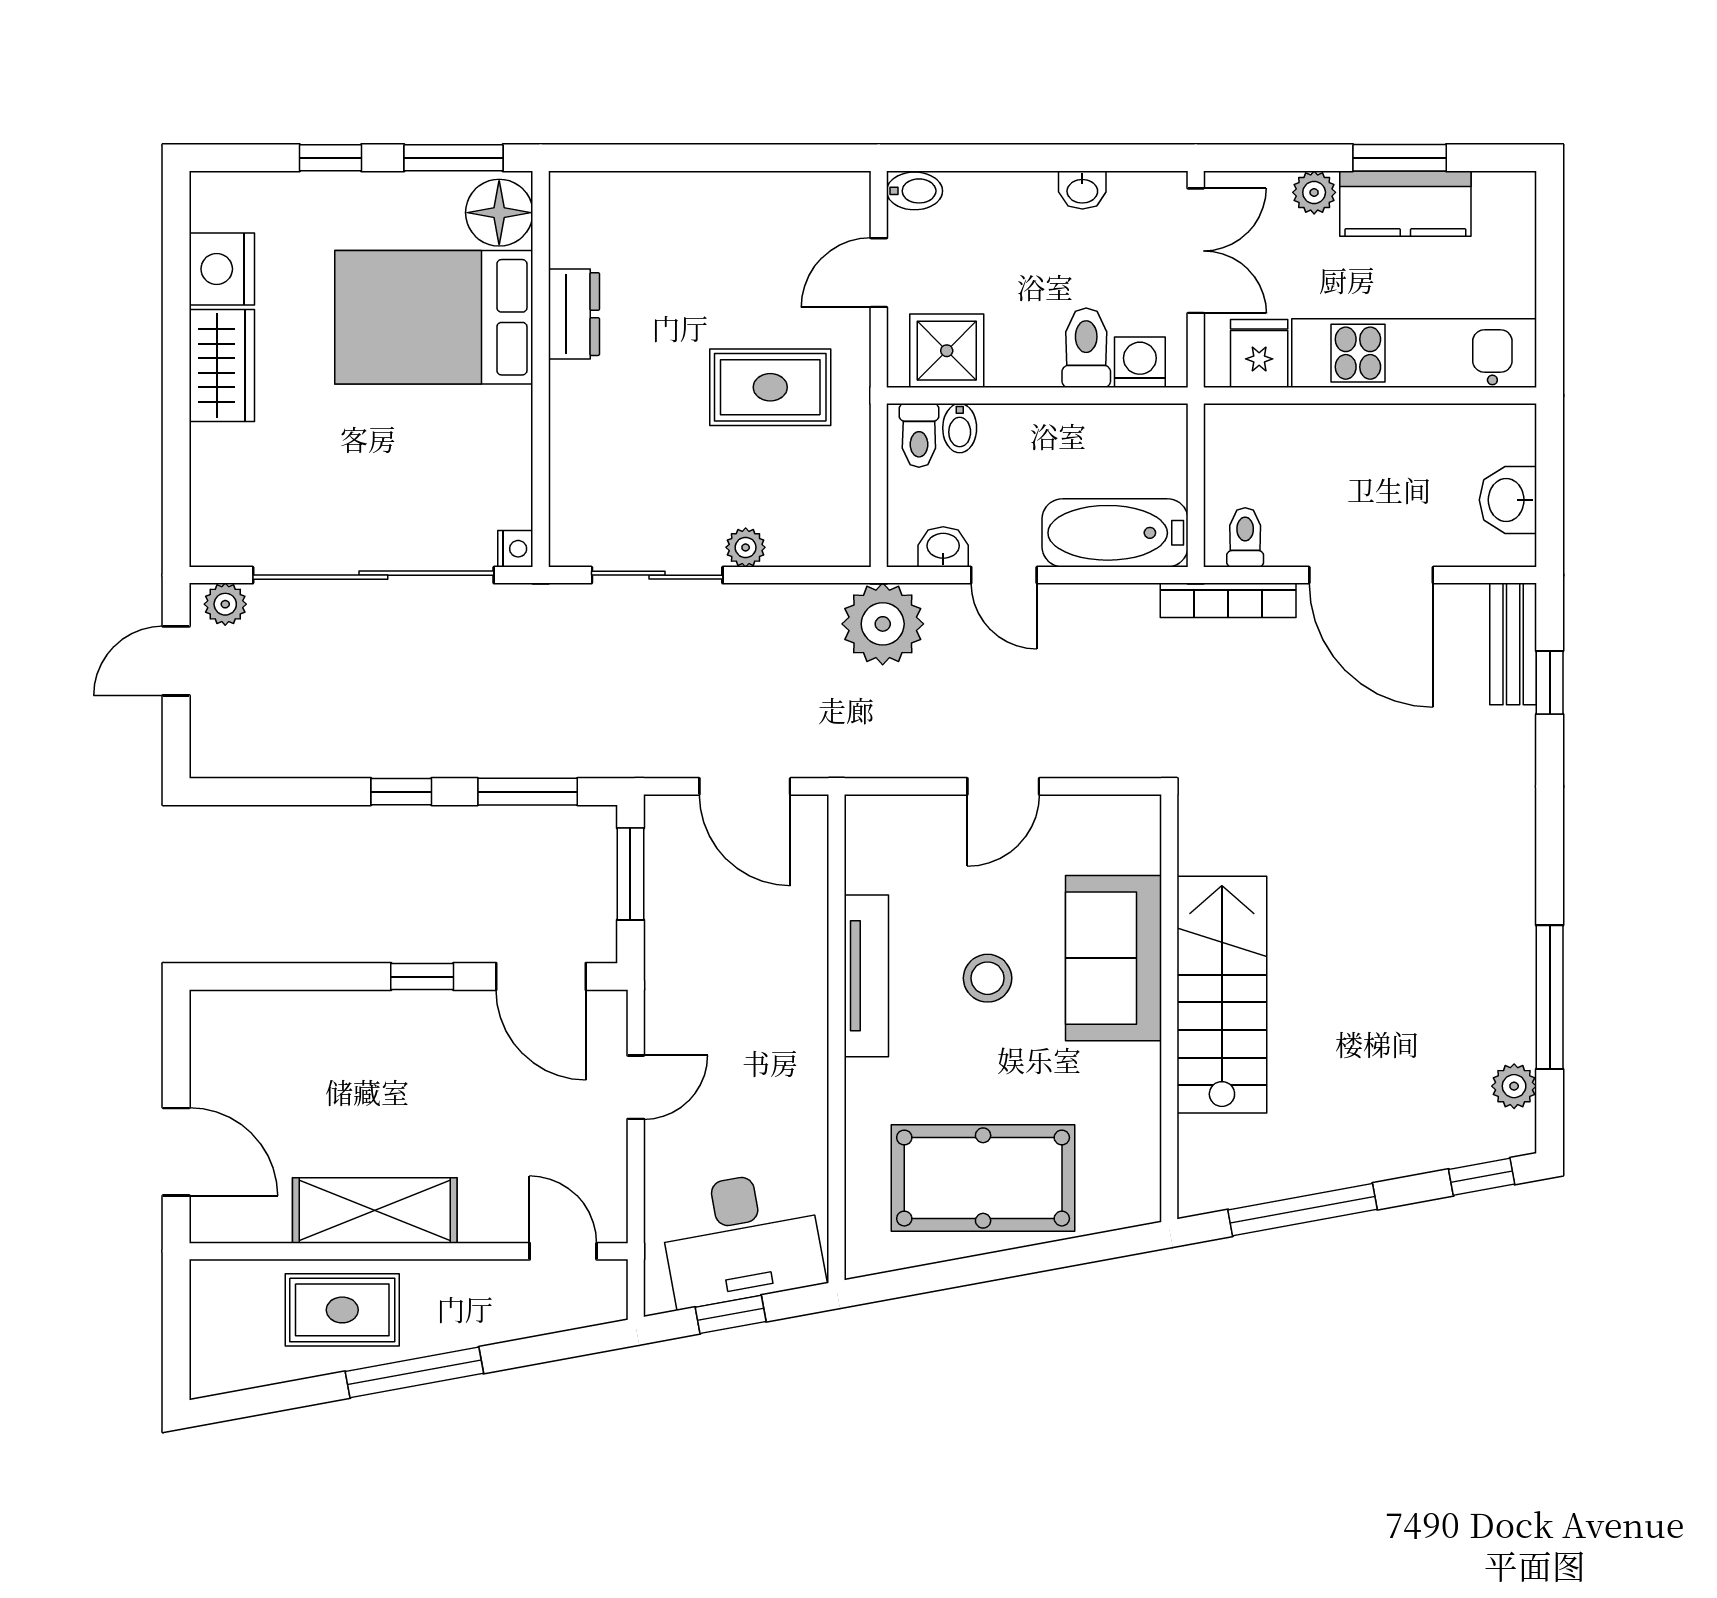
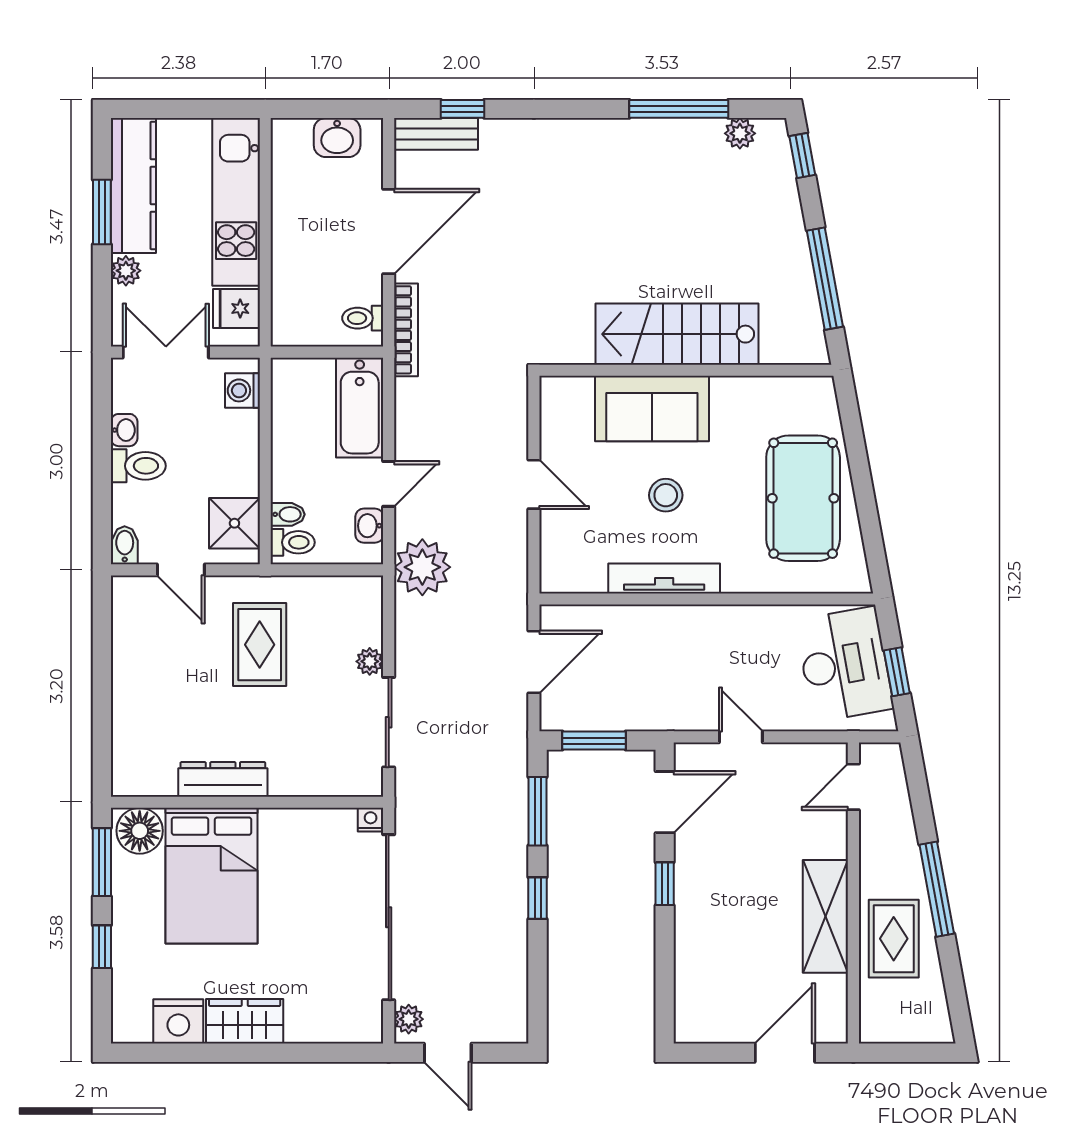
kitchen counter: (1405, 204) -> (133, 185), width x1.50
dresser: (574, 314) -> (223, 779), width x1.44
toilet: (1086, 348) -> (138, 466), moved, turned 180

